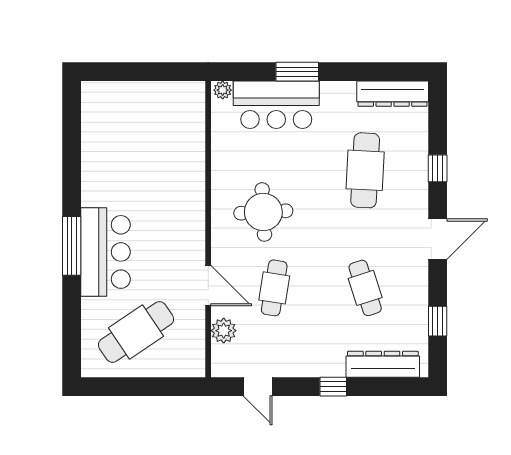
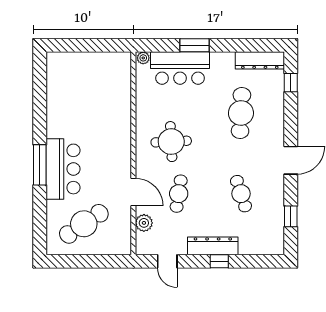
window: (438, 168) -> (291, 83), moved
dresser: (383, 364) -> (213, 246), moved

